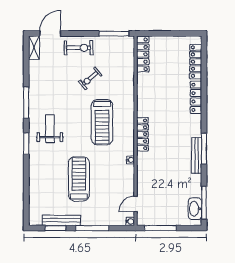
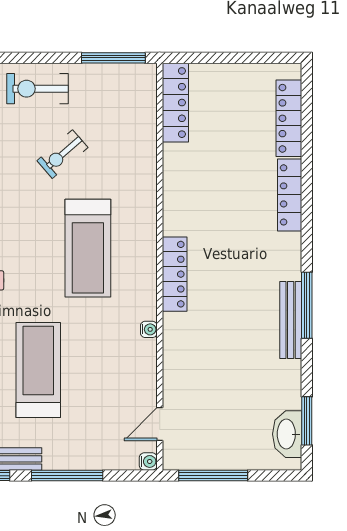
exercise bike: (79, 48) -> (38, 89), turned 180
window: (204, 203) -> (307, 421), width x0.69

